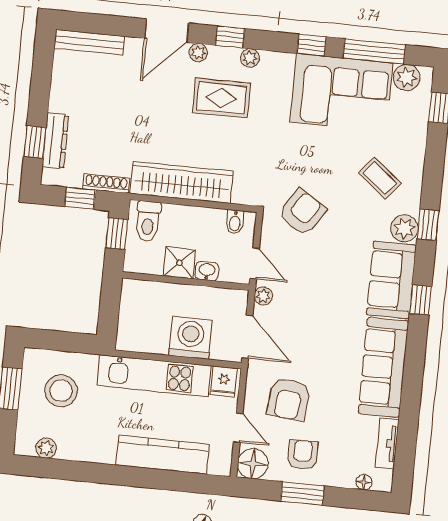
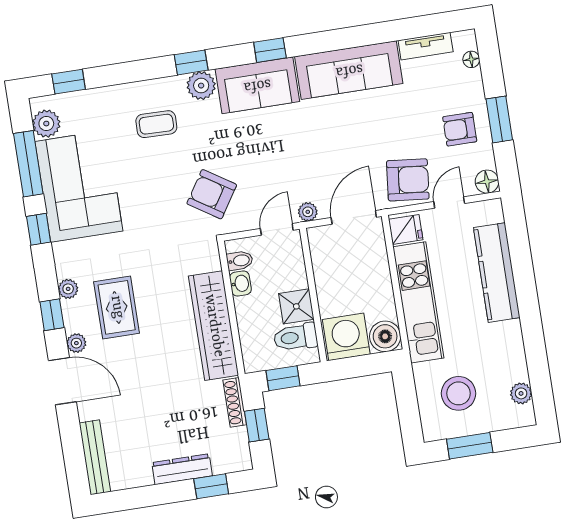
dresser: (55, 141) -> (182, 469), moved
coffee table: (380, 178) -> (156, 124), turned 52
toilet: (148, 221) -> (295, 337), moved, turned 180
washbasin: (207, 271) -> (240, 283), moved, turned 180
boiler: (131, 337) -> (385, 336), added
washing machine: (190, 338) -> (346, 337), moved, turned 90
armchair: (289, 399) -> (408, 180), moved
floor lamp: (253, 464) -> (487, 182), width x0.73, depth x0.73

